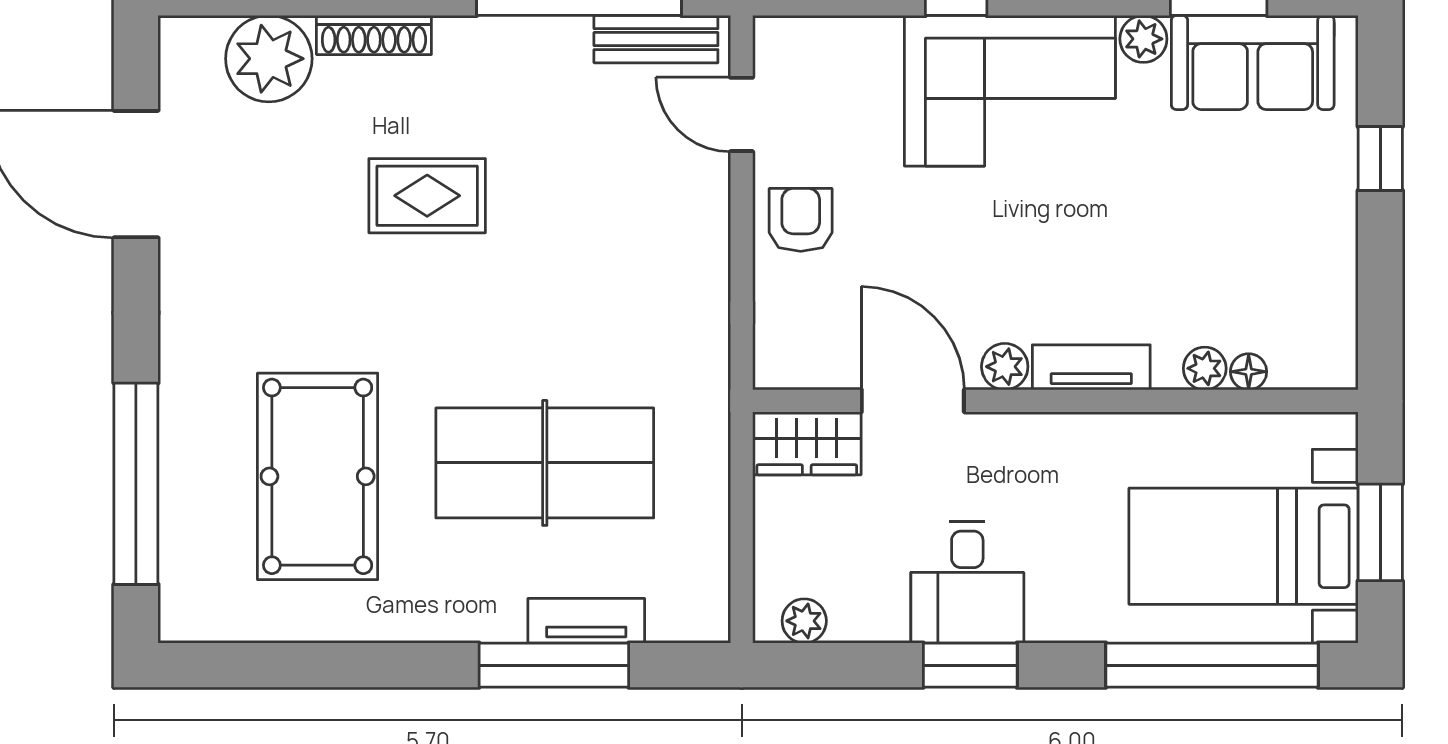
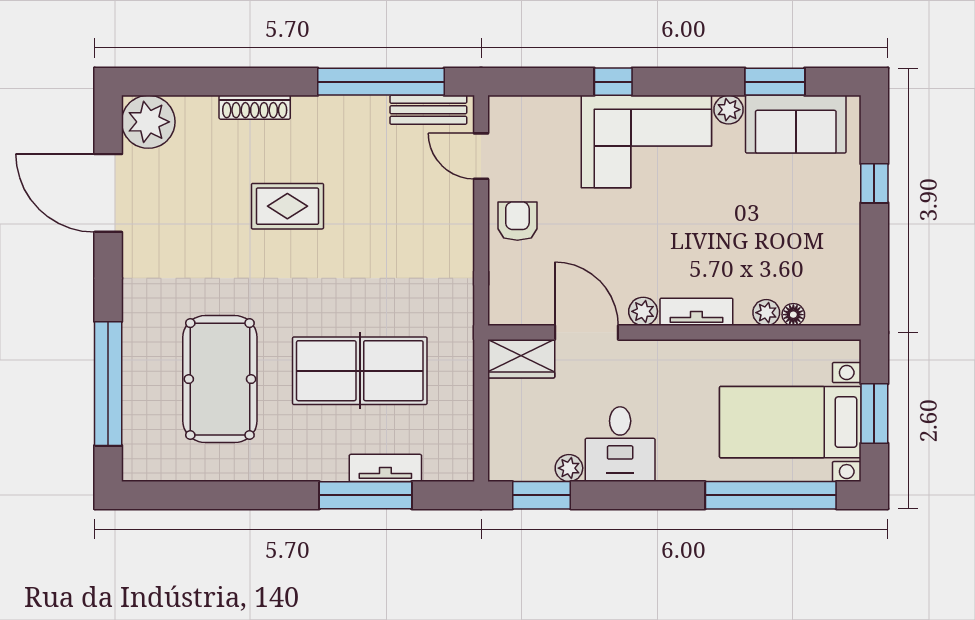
plant: (269, 59) -> (148, 122), moved
plant: (804, 621) -> (569, 468), moved
window: (970, 665) -> (542, 495), moved

